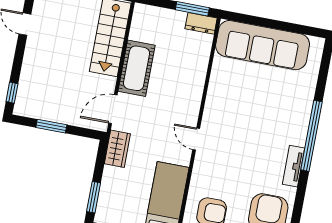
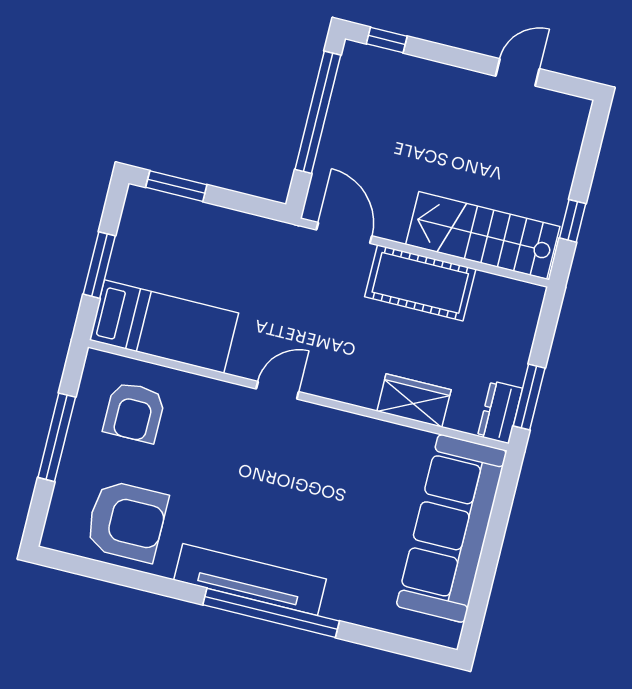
window: (51, 126) -> (318, 112), width x2.11
wardrobe: (117, 149) -> (414, 400), moved, turned 180
tv unit: (294, 166) -> (250, 579), width x1.92, depth x1.29

